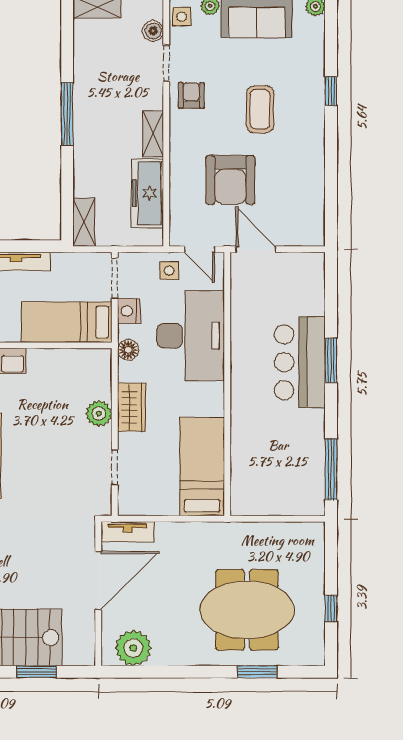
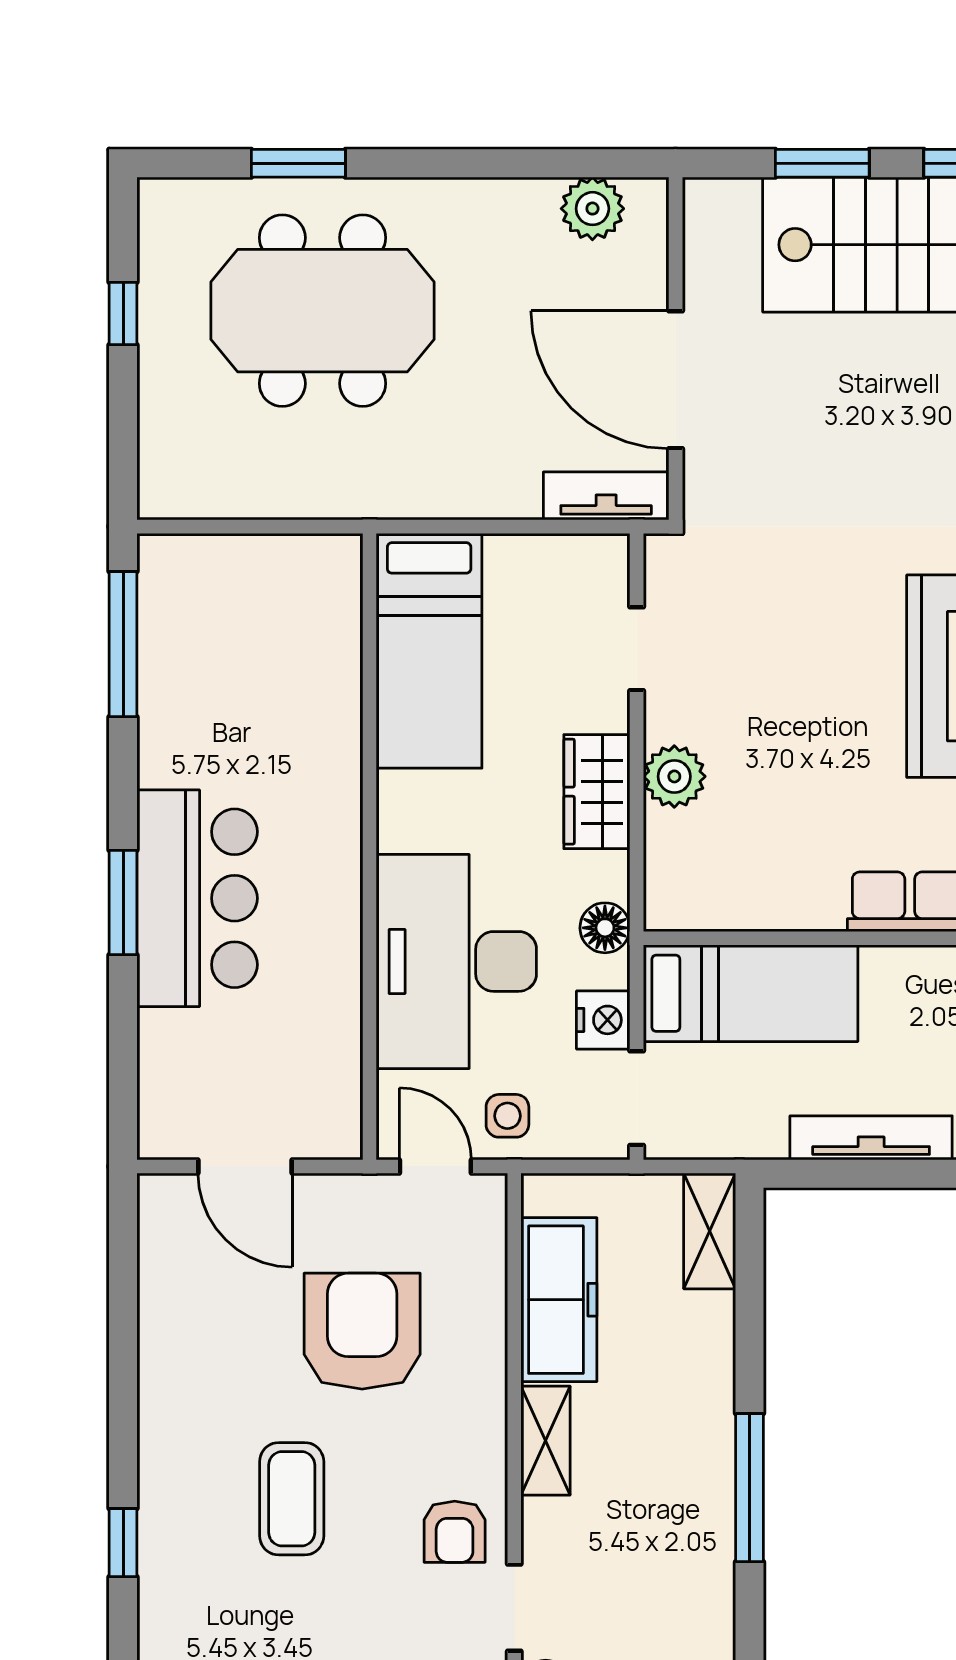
door: (256, 249) -> (245, 1166), moved
door: (98, 581) -> (676, 380), hinge flipped
plant: (133, 648) -> (592, 209), width x0.73, depth x0.73

